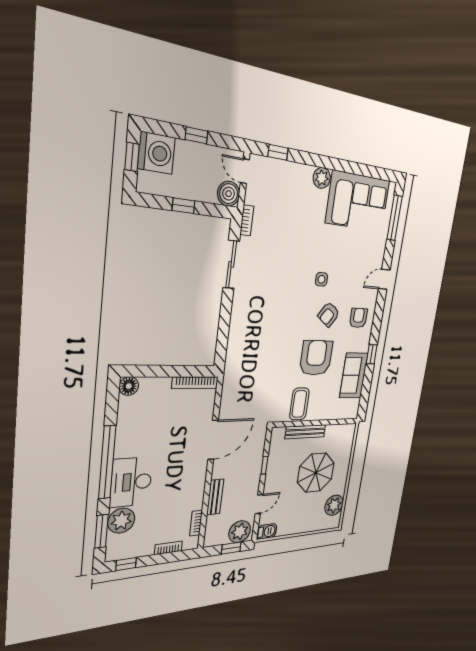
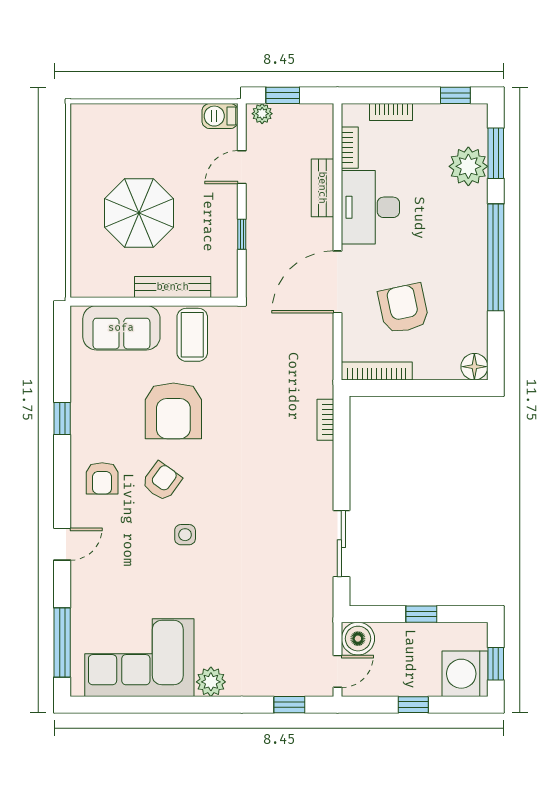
door: (245, 171) -> (337, 671), hinge flipped
bookcase: (247, 220) -> (325, 420), moved
sofa: (354, 375) -> (121, 328), moved, turned 90
armchair: (173, 425) -> (404, 308), added
desk: (131, 482) -> (370, 207), moved, turned 180
plant: (334, 505) -> (89, 148), removed
plant: (240, 532) -> (262, 114), width x0.53, depth x0.53

